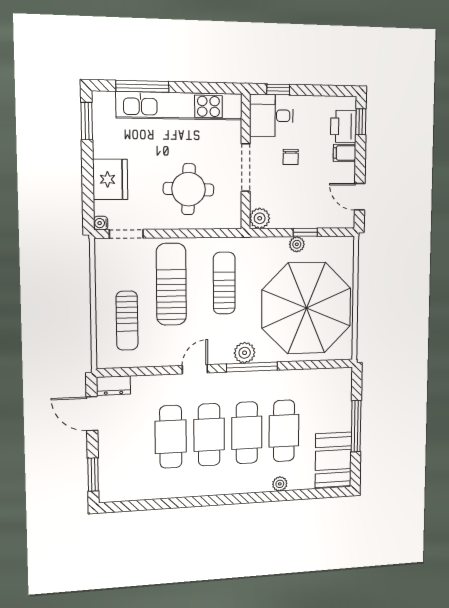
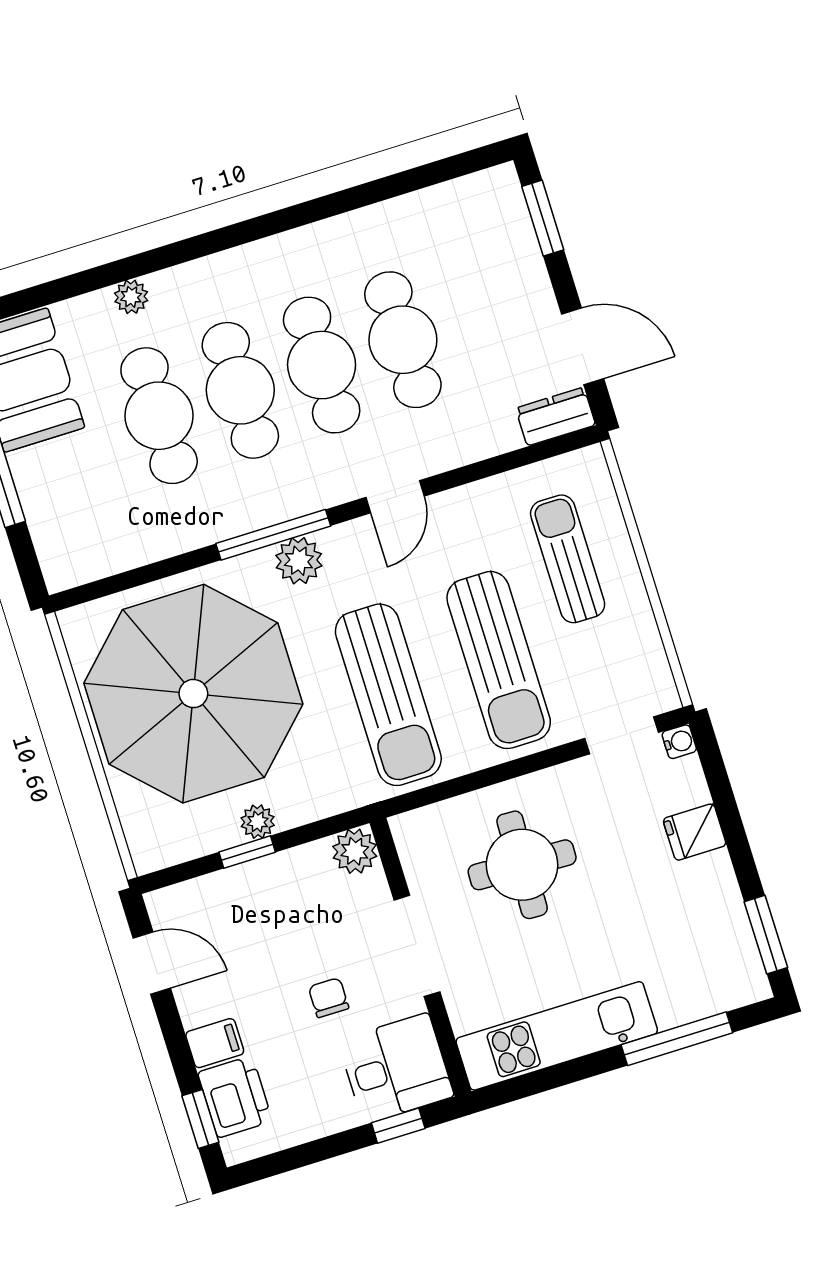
kitchen unit: (180, 106) -> (557, 1036), width x0.73
fridge: (110, 179) -> (695, 832), width x0.53, depth x0.75
sun lounger: (224, 283) -> (388, 695), width x1.36, depth x1.34

